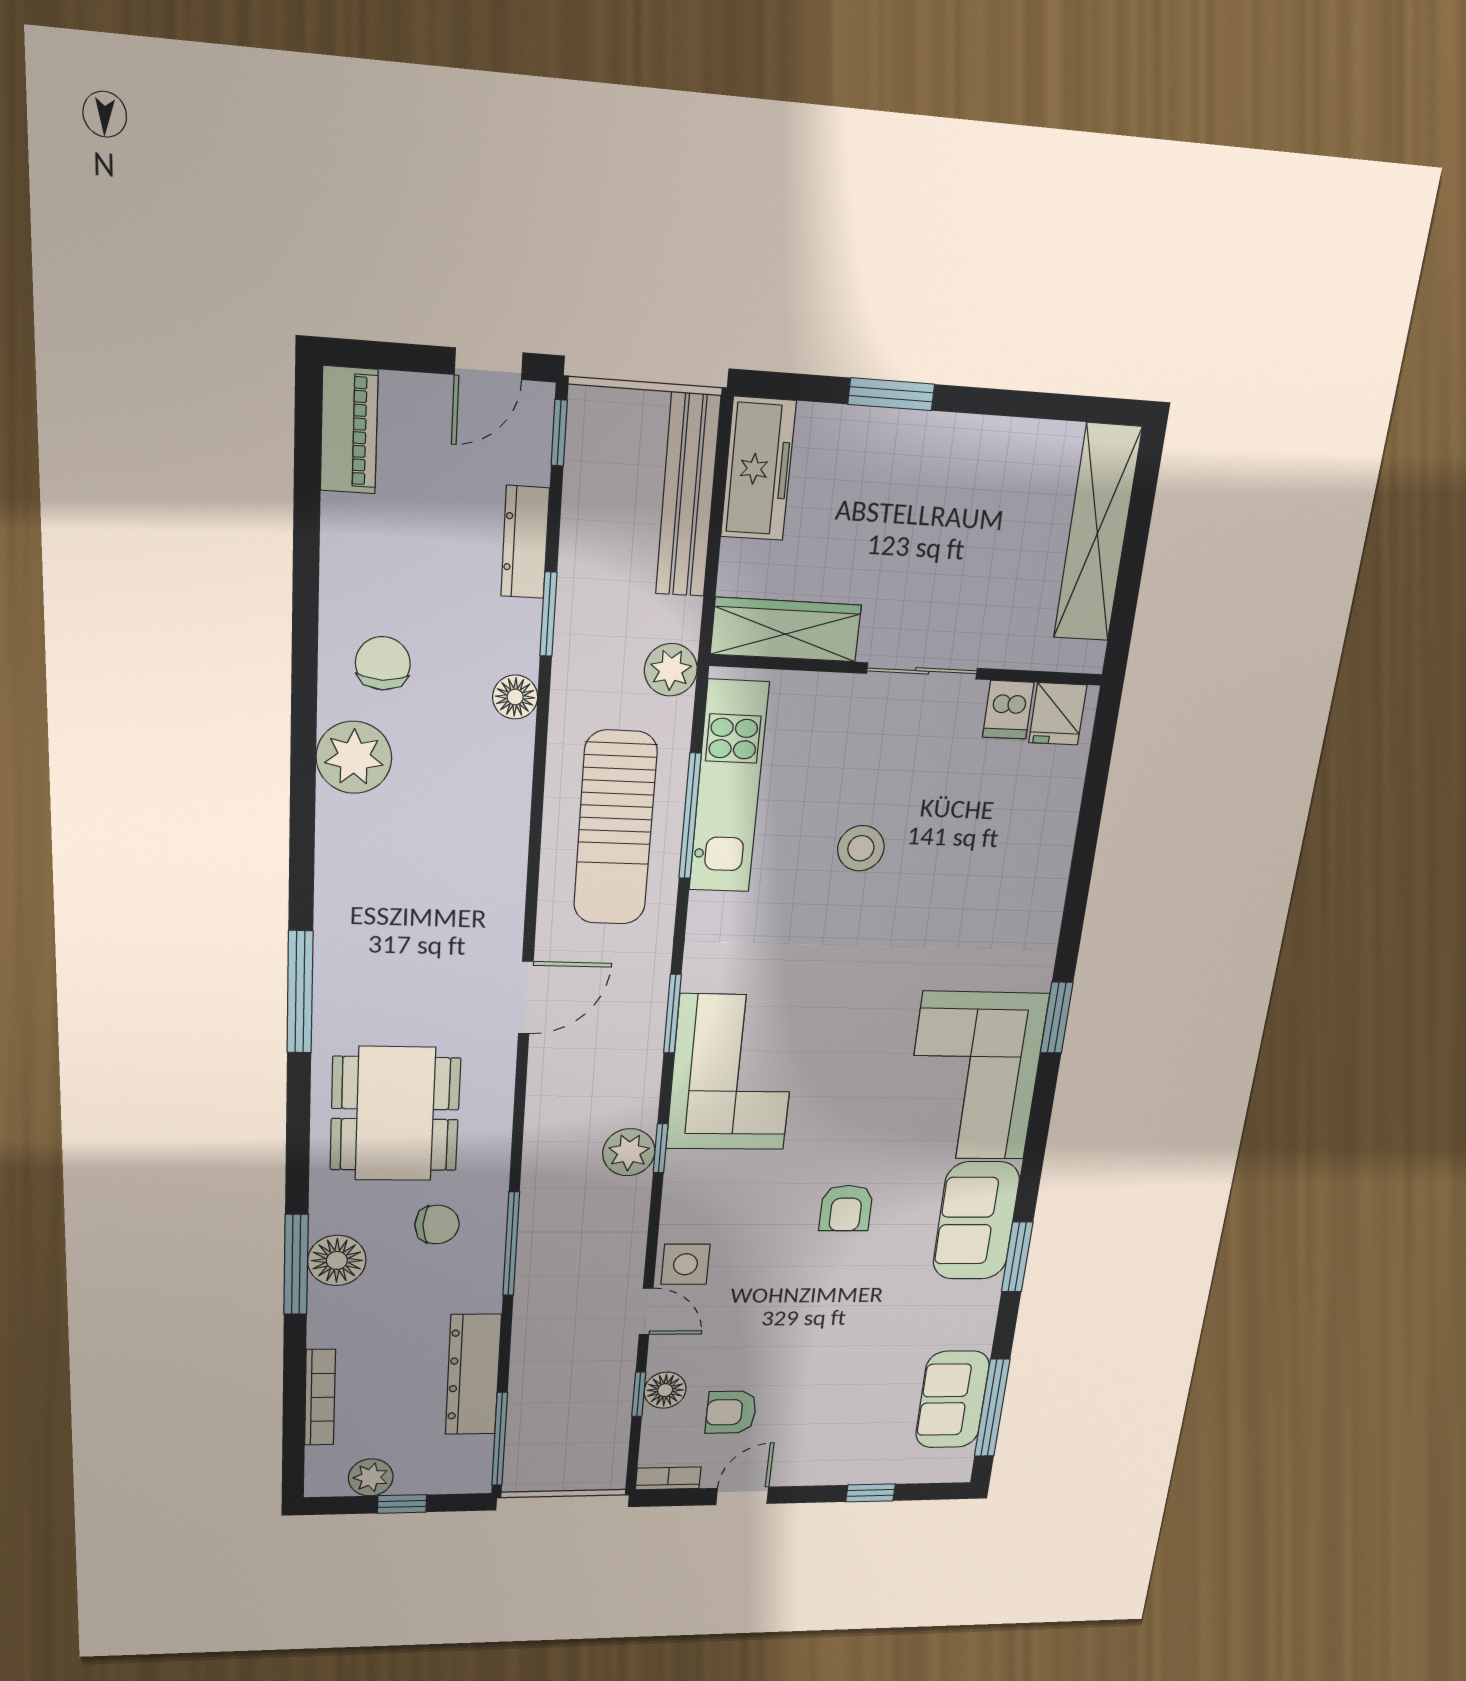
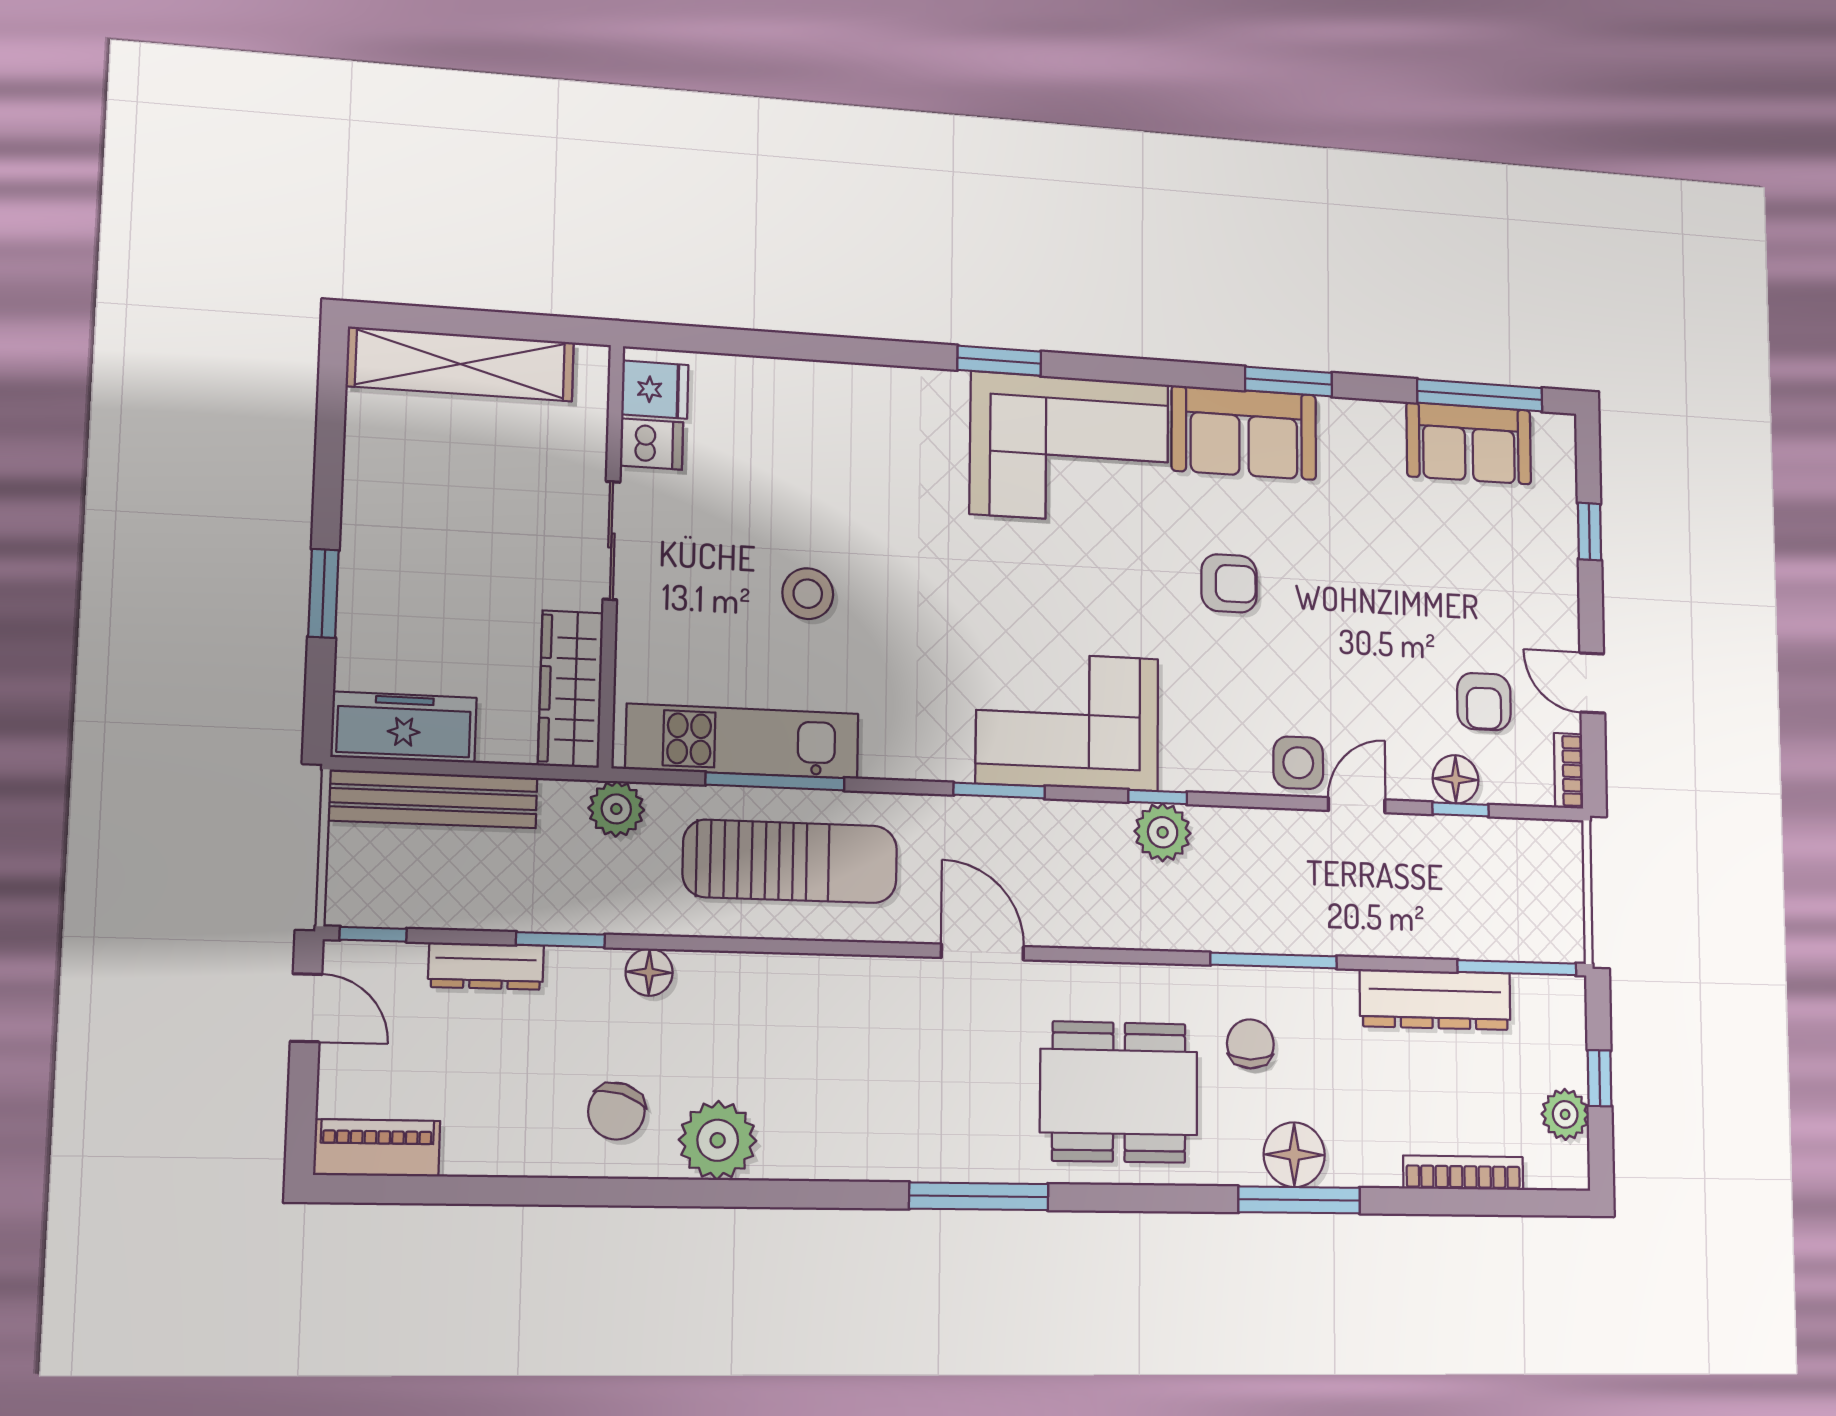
chair: (383, 663) -> (616, 1111), turned -73

